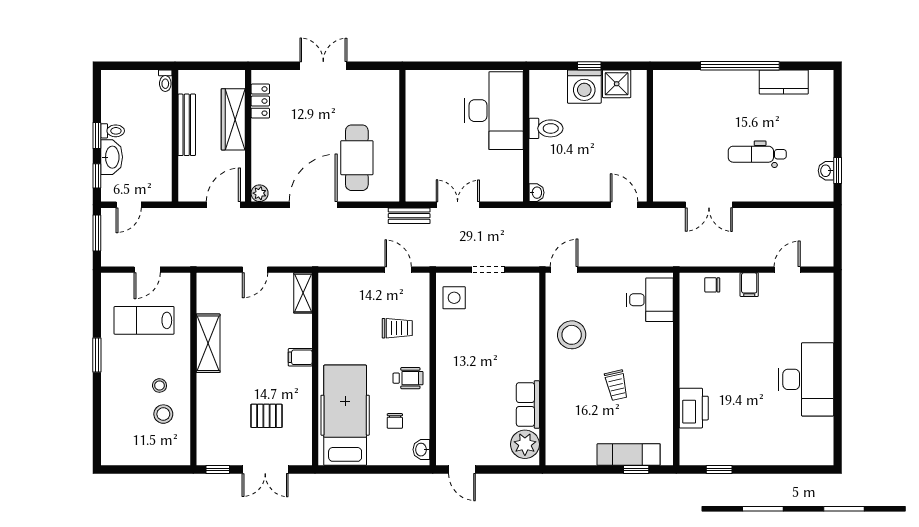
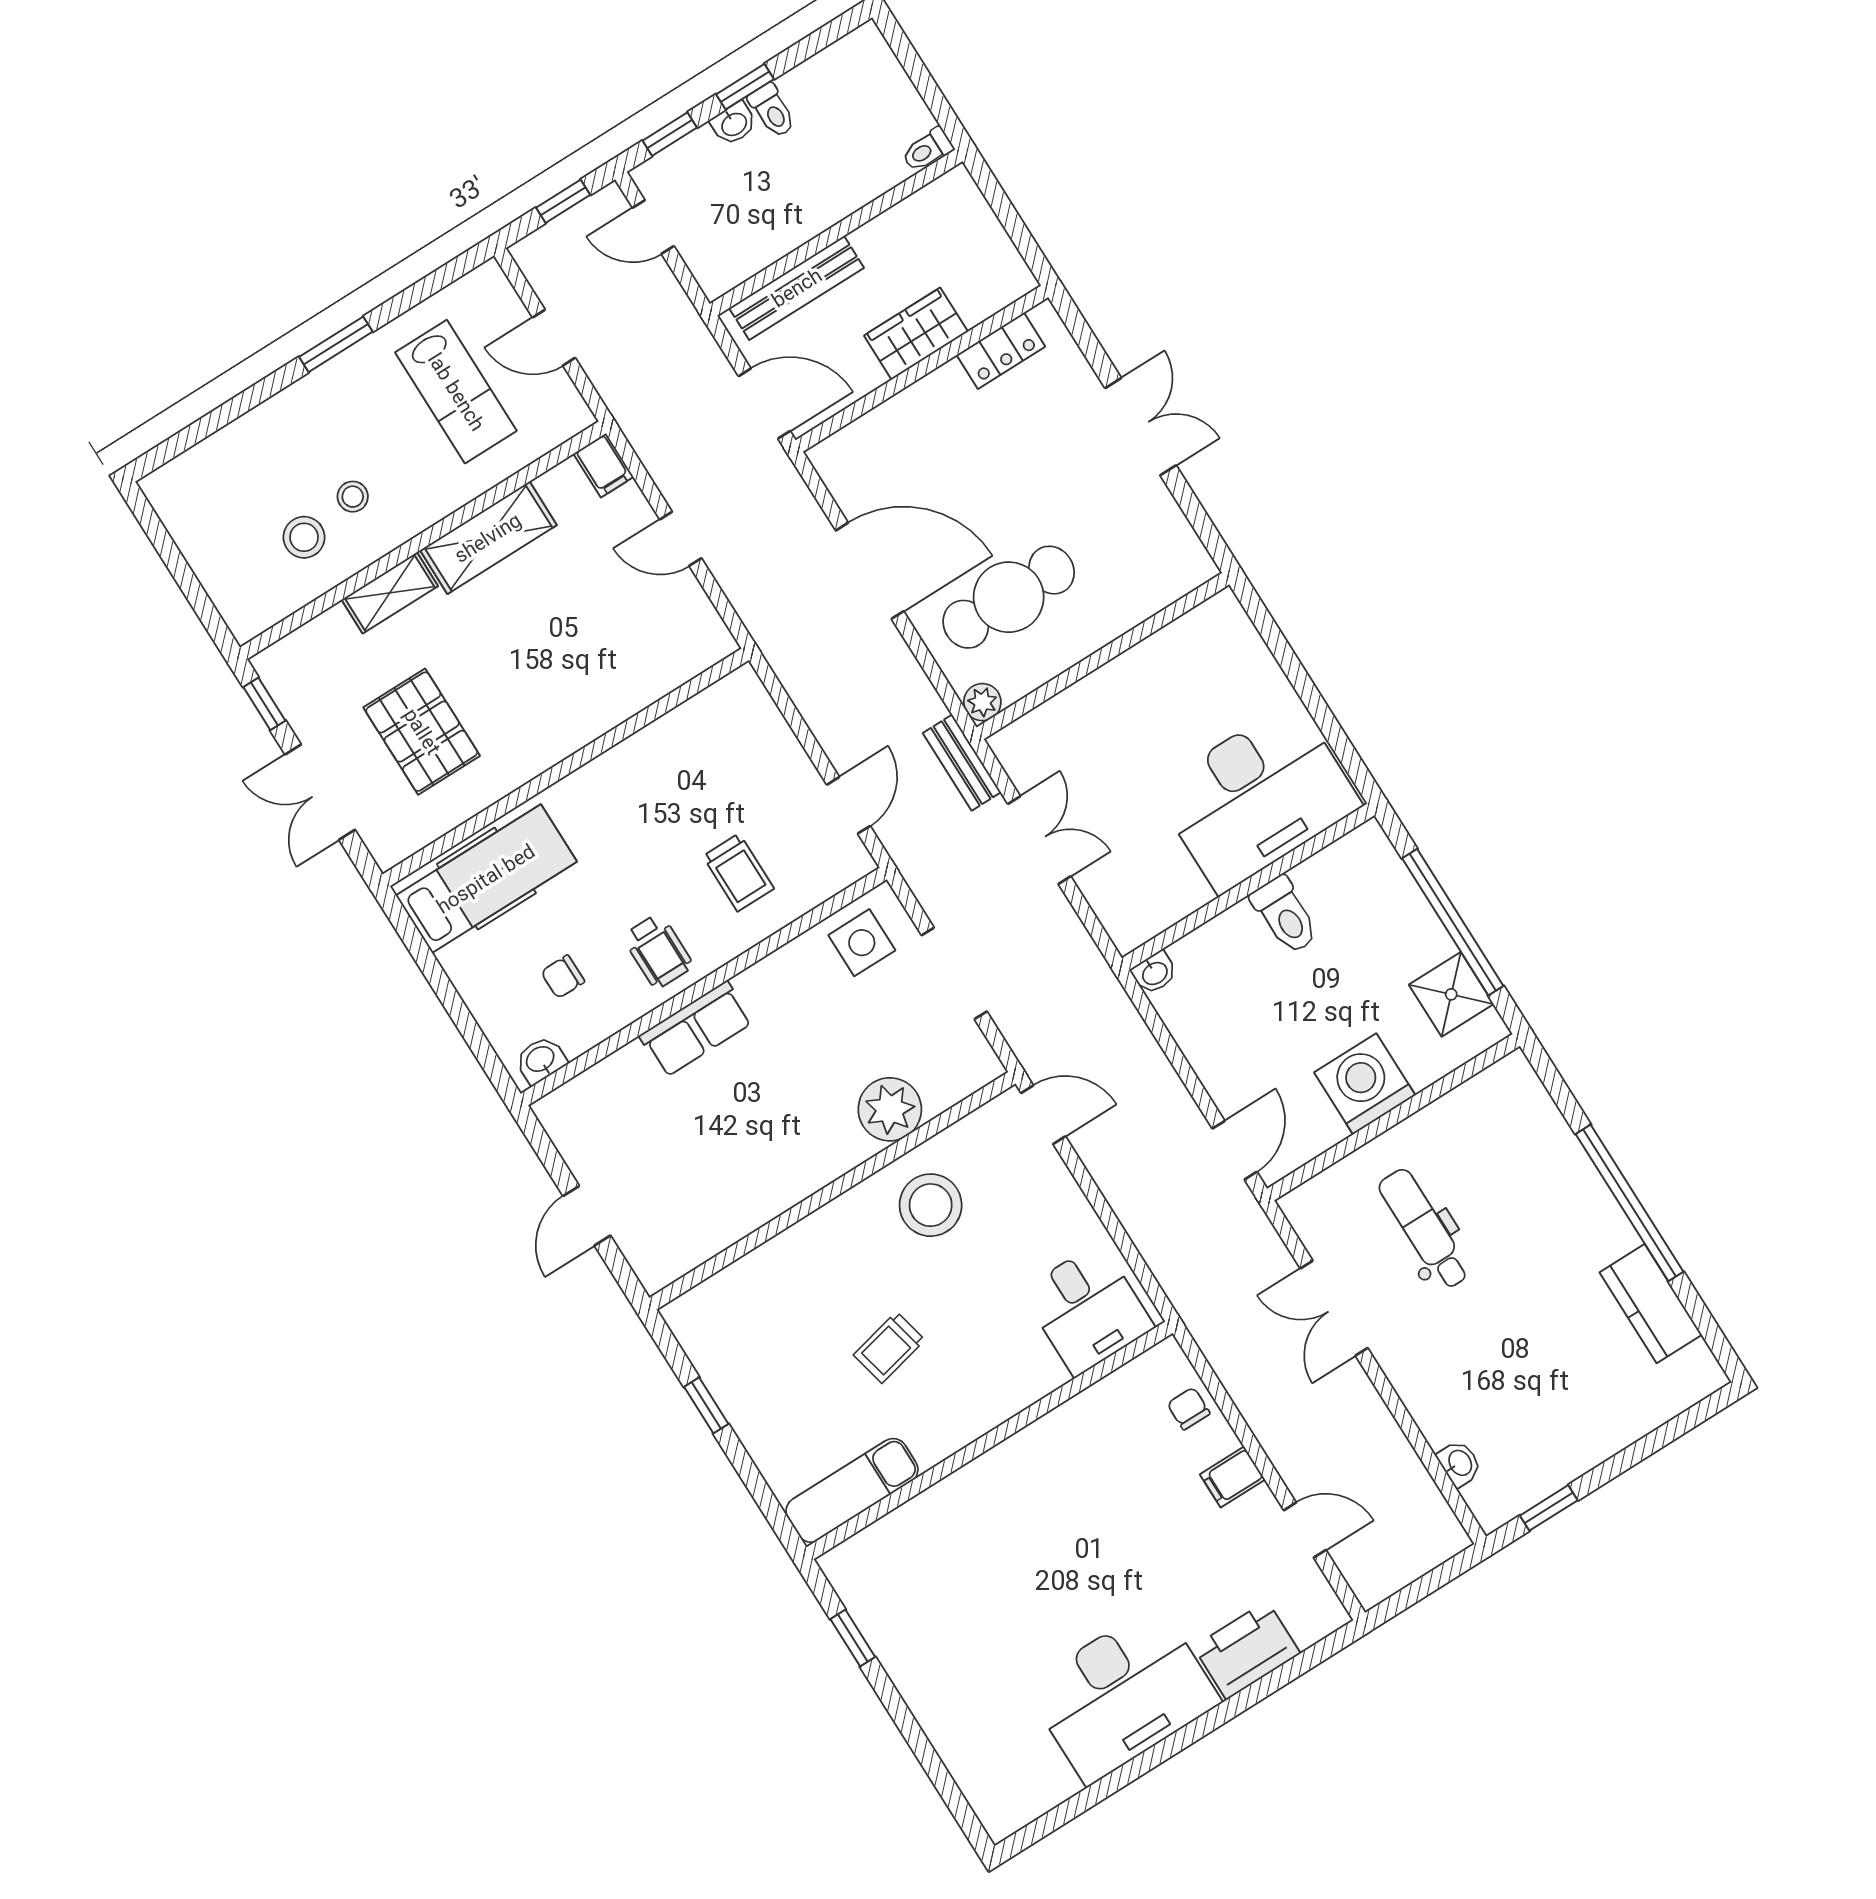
window: (589, 66) -> (1453, 922), width x3.17
washing machine: (584, 87) -> (1365, 1084), moved, turned 90
wardrobe: (233, 119) -> (916, 334), width x0.67
bench: (187, 125) -> (797, 288), moved
dental chair: (757, 154) -> (1424, 1229), moved
washbasin: (112, 157) -> (734, 124), width x0.52, depth x0.69
washbasin: (826, 171) -> (1459, 1463), moved, turned 90
plant: (260, 193) -> (982, 702), moved
window: (97, 233) -> (563, 201), width x0.67
doorway: (488, 270) -> (954, 973), width x1.38
shelving: (303, 293) -> (390, 593), moved
lab bench: (144, 320) -> (456, 392), turned 180
filing cabinet: (300, 357) -> (603, 465), moved, turned 180
row of seats: (528, 404) -> (696, 1029), moved, turned 180
printer: (694, 408) -> (1247, 1650), moved, turned 180
hospital bed: (345, 415) -> (486, 879), width x0.73, depth x0.78
pallet: (266, 416) -> (422, 732), width x1.50, depth x1.42
plant: (525, 444) -> (890, 1109), moved
exam couch: (629, 454) -> (852, 1490), moved, turned -90
door: (462, 470) -> (587, 1216), moved
window: (636, 470) -> (706, 1405), moved

